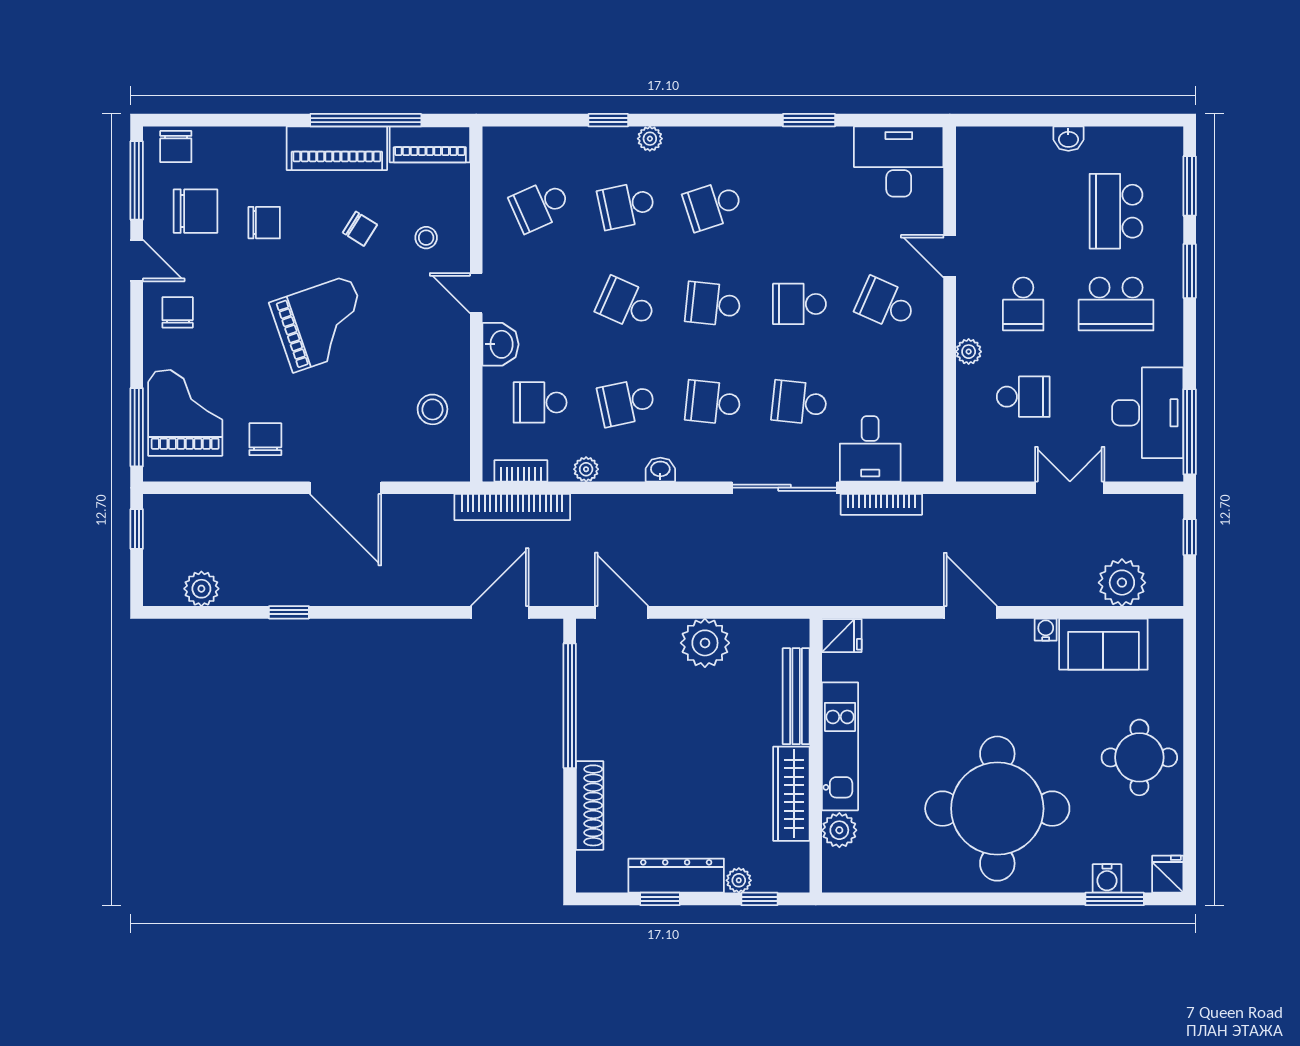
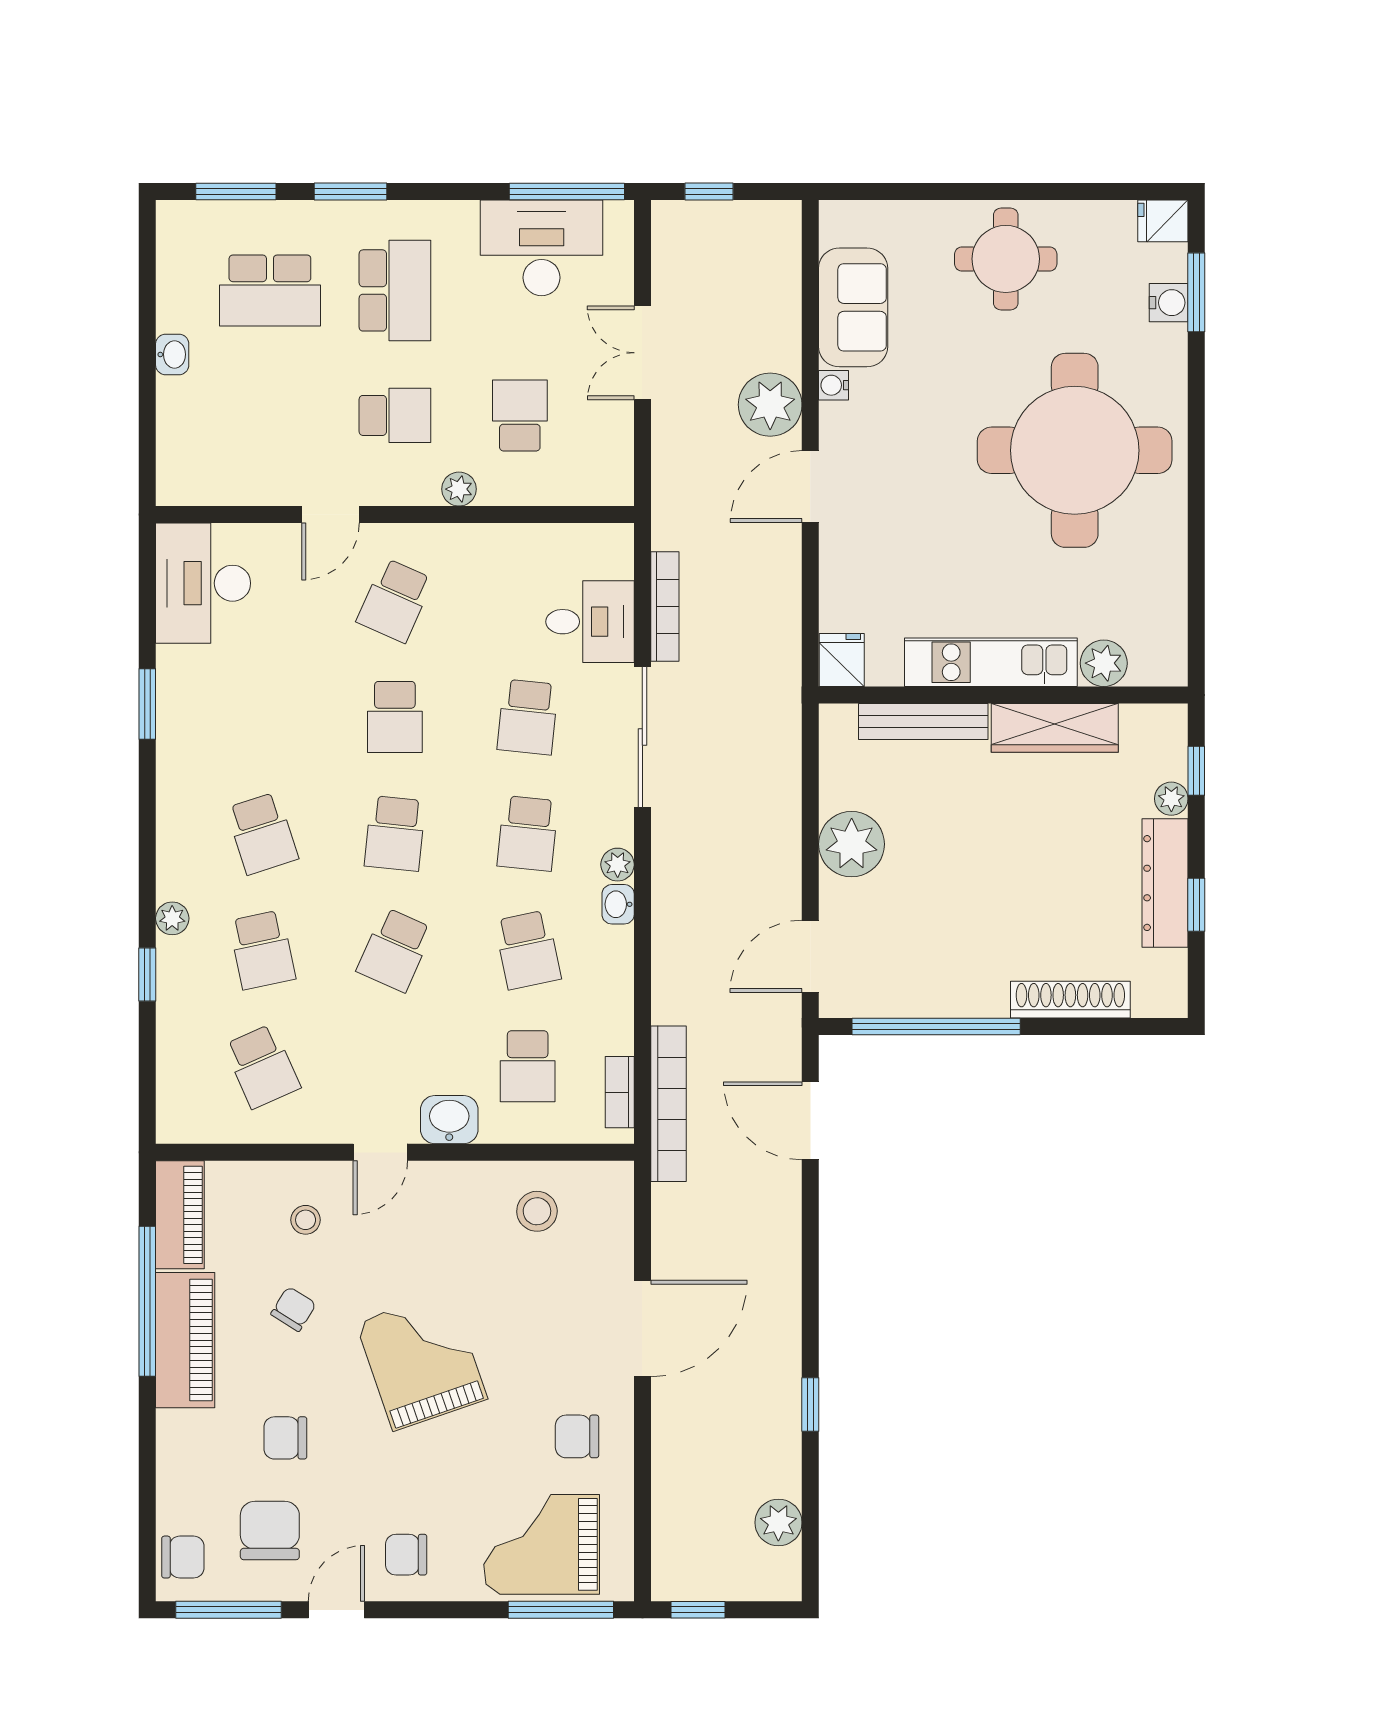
chair: (264, 223) -> (285, 1438), turned -90
plant: (586, 469) -> (618, 865), moved
plant: (1122, 583) -> (770, 405), moved

